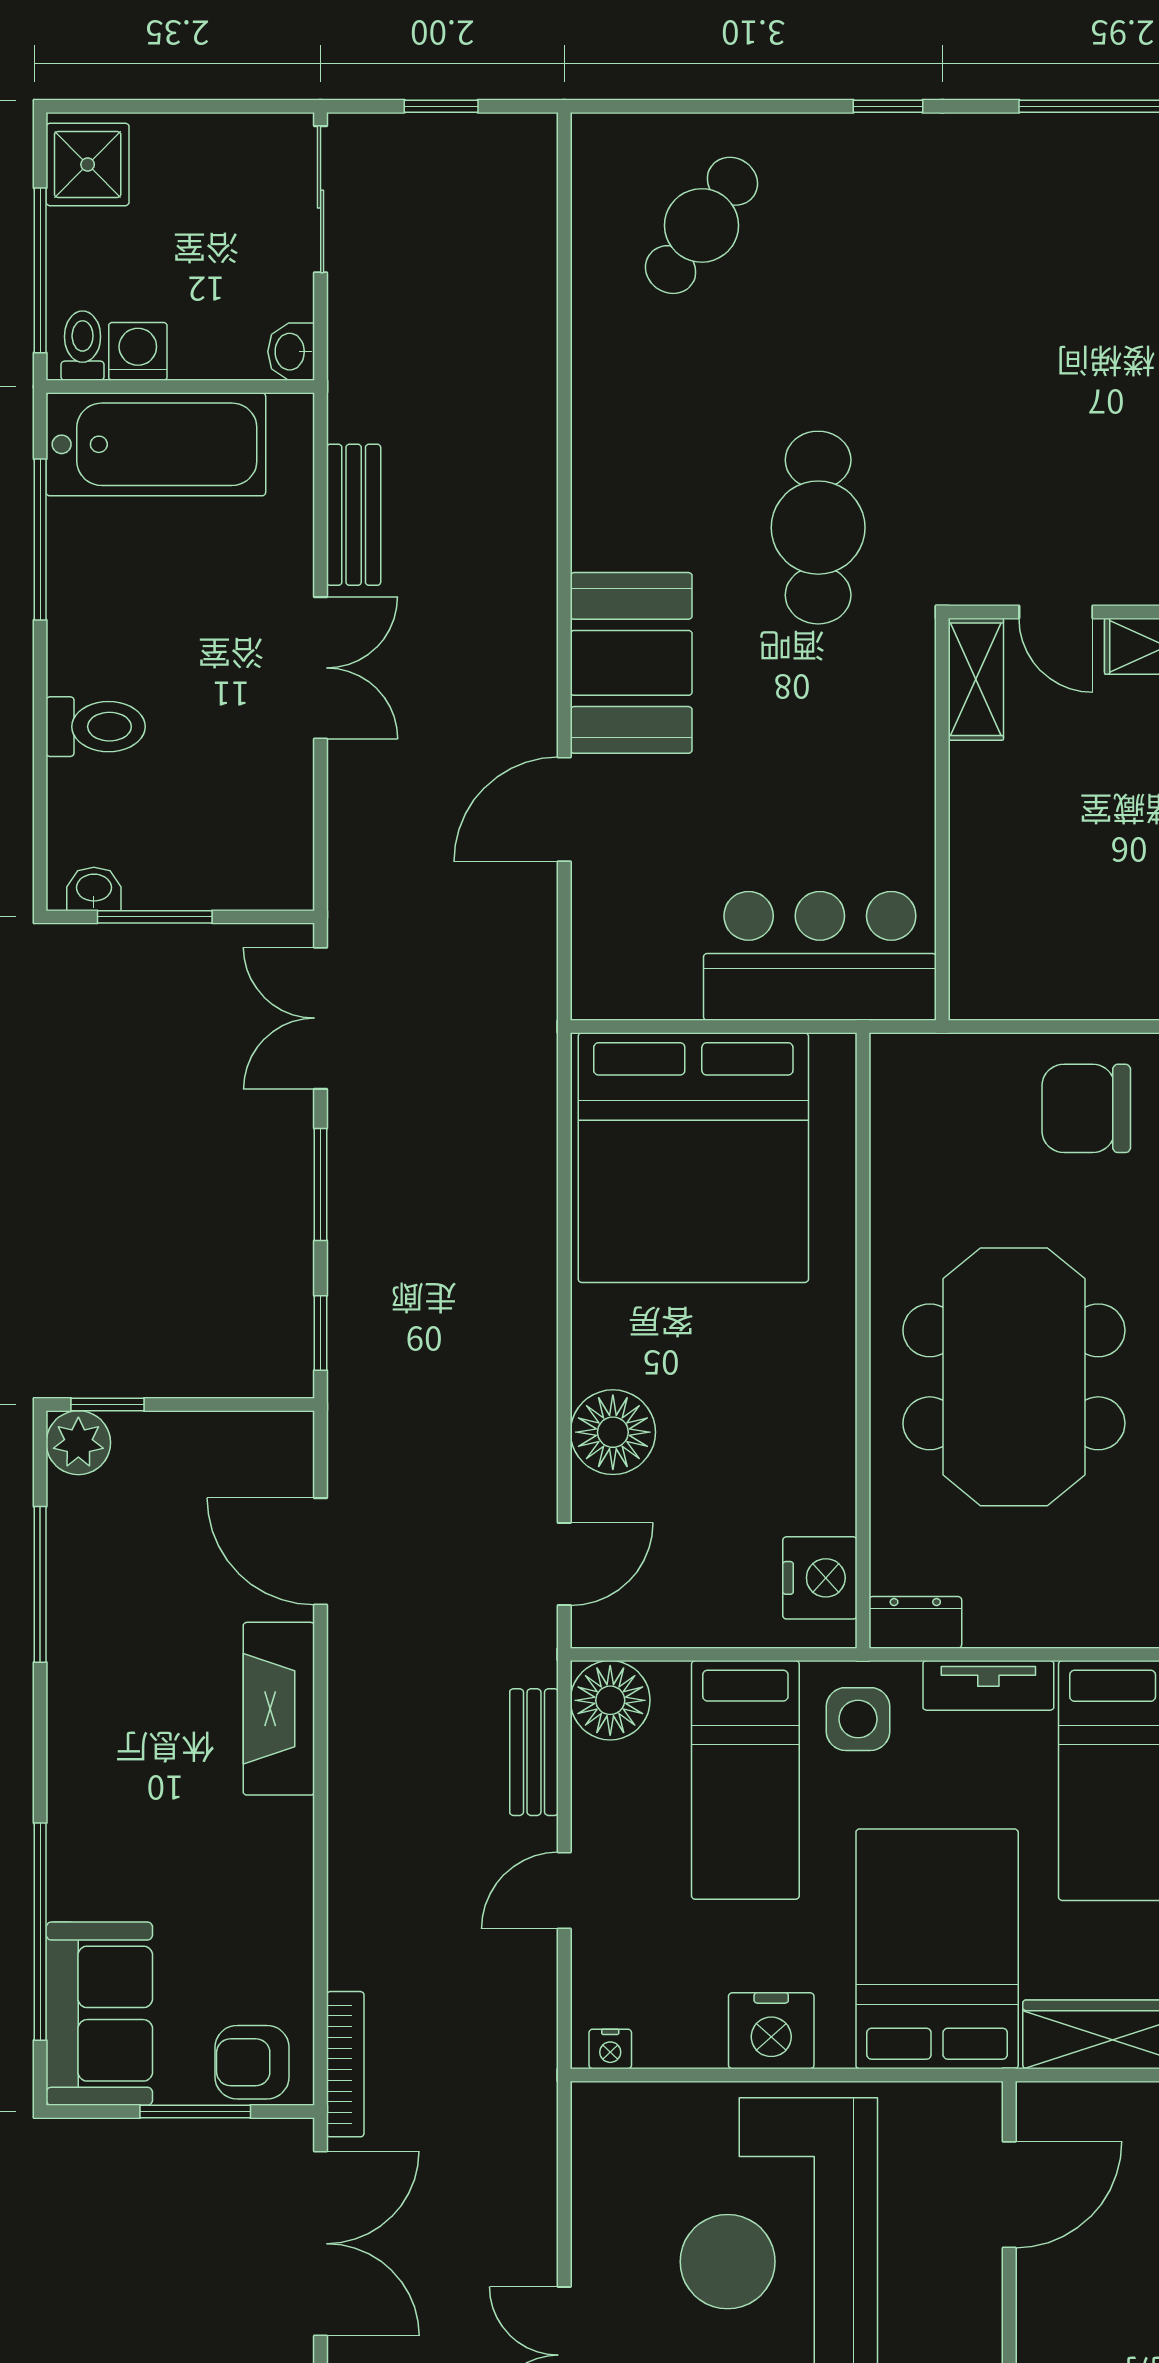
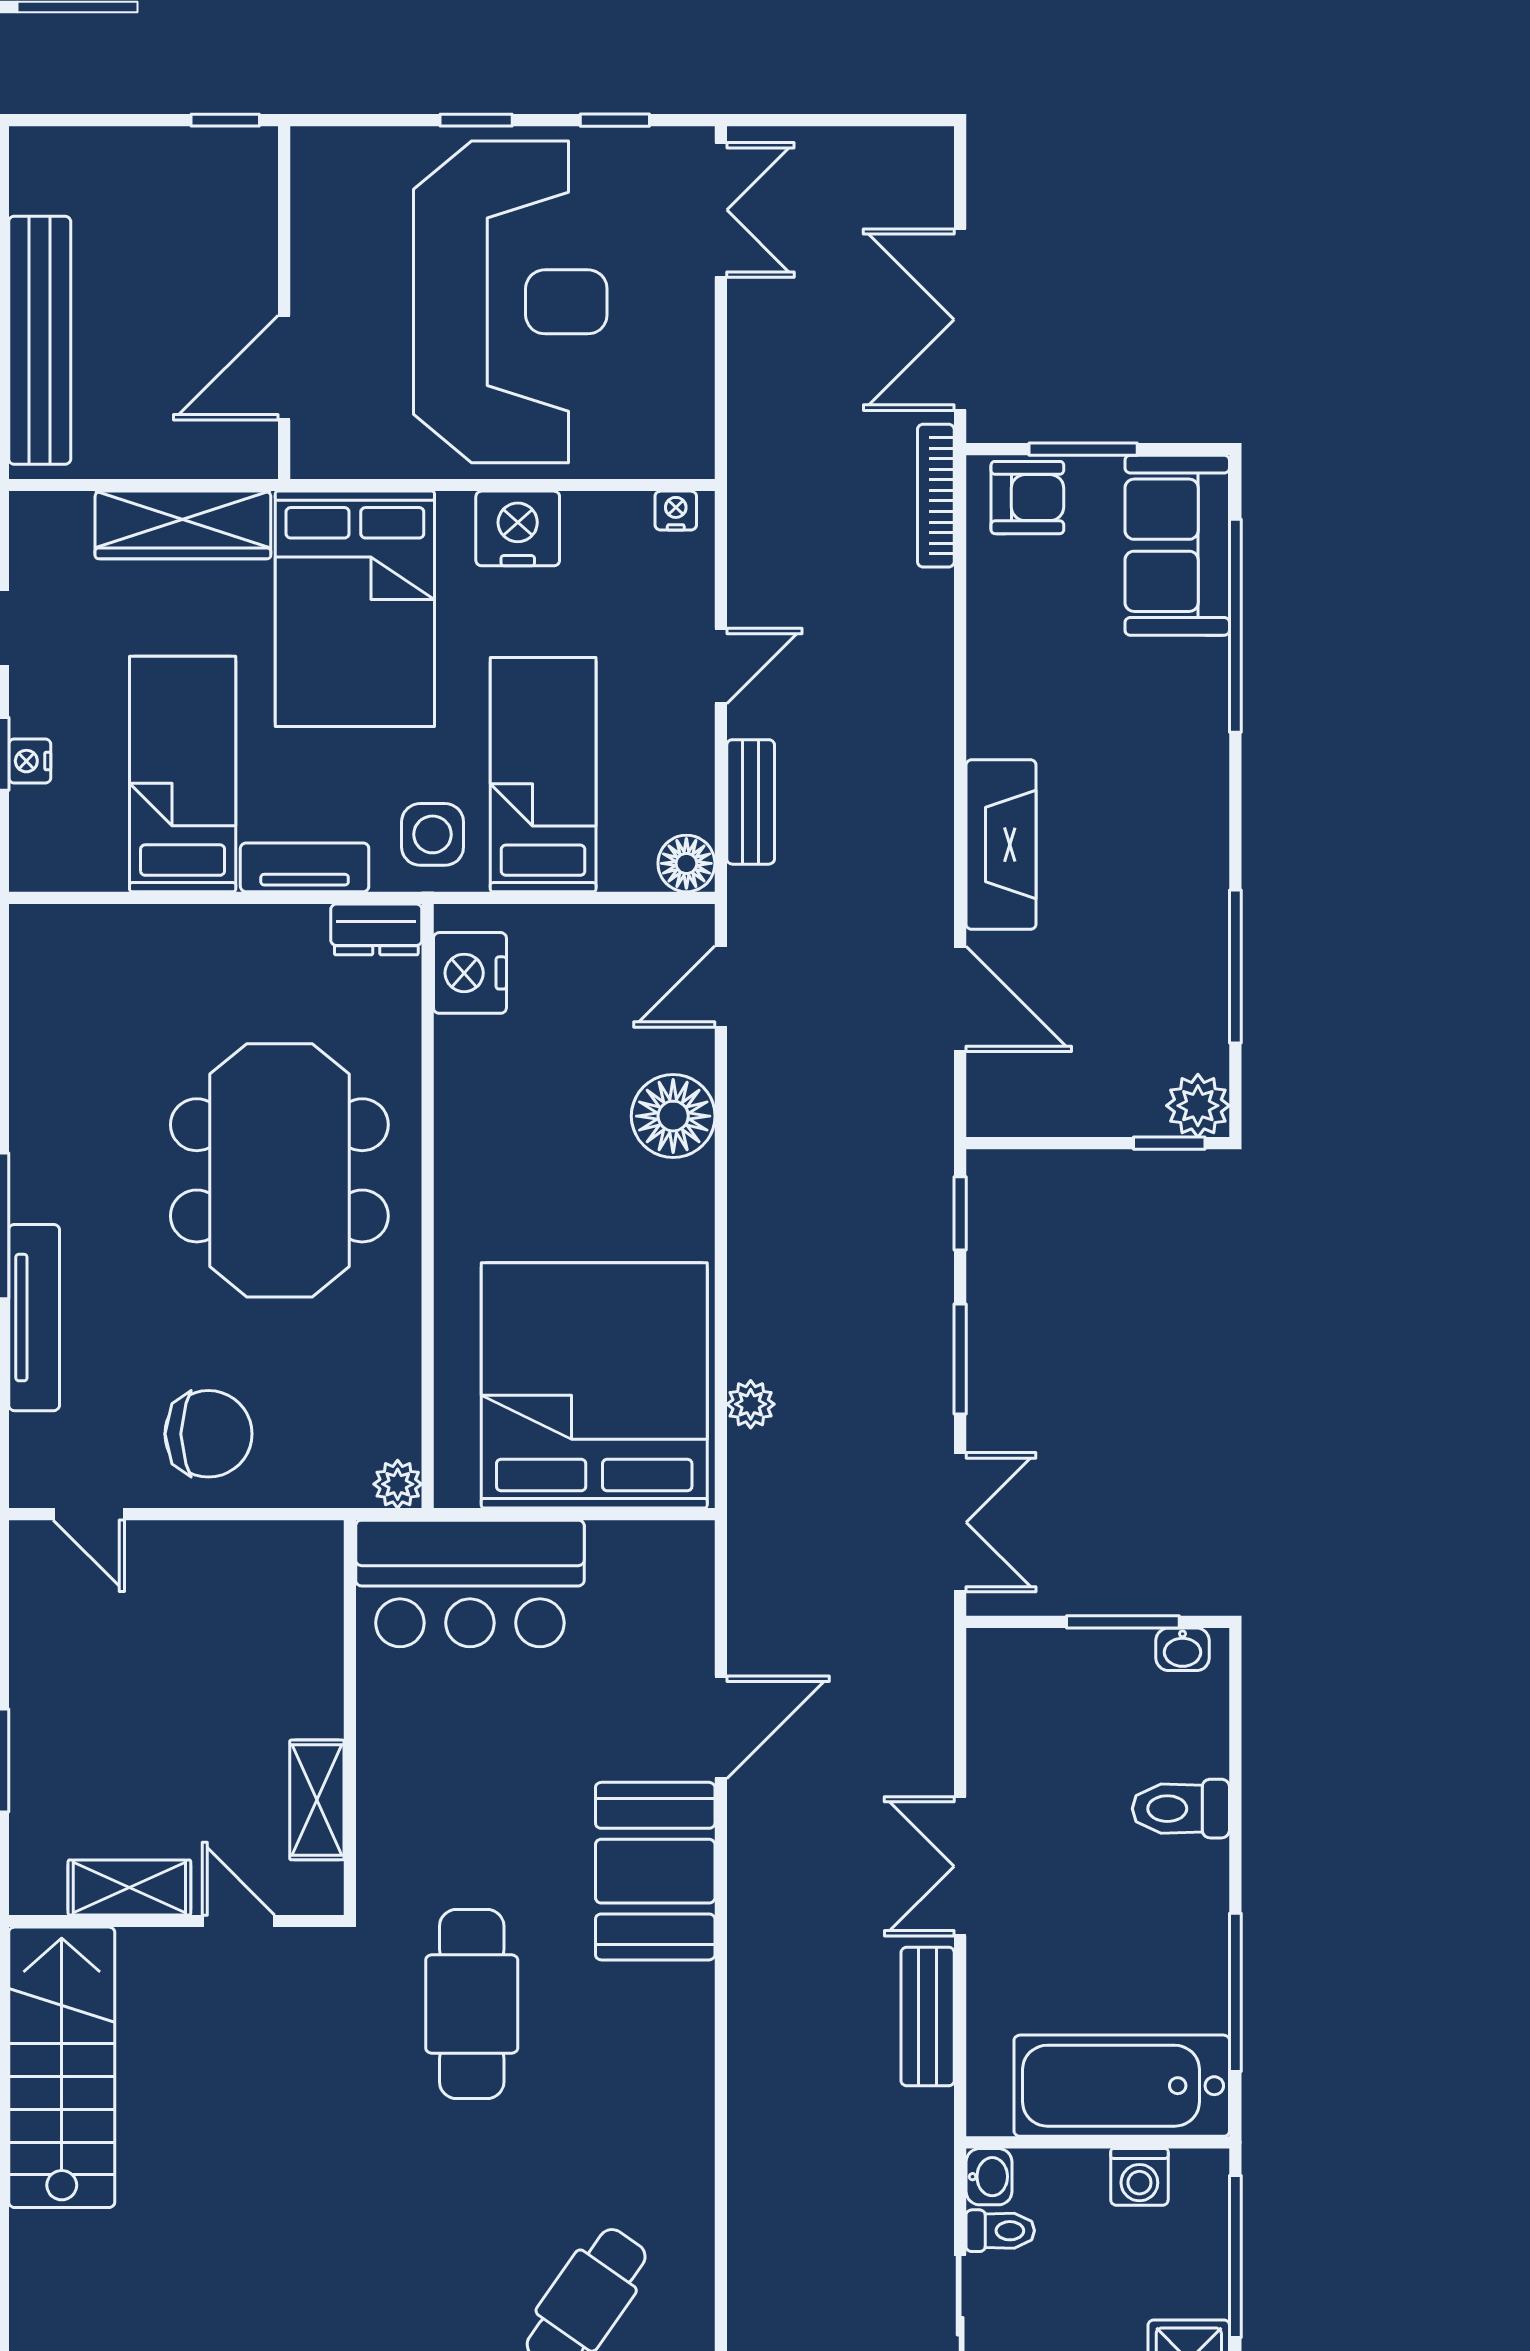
toilet: (83, 346) -> (1000, 2231), moved, turned -90
shelving: (976, 679) -> (317, 1800), moved
plant: (894, 1057) -> (398, 1484), added
plant: (534, 1139) -> (751, 1404), added
floor lamp: (610, 1700) -> (686, 863), width x0.73, depth x0.73

